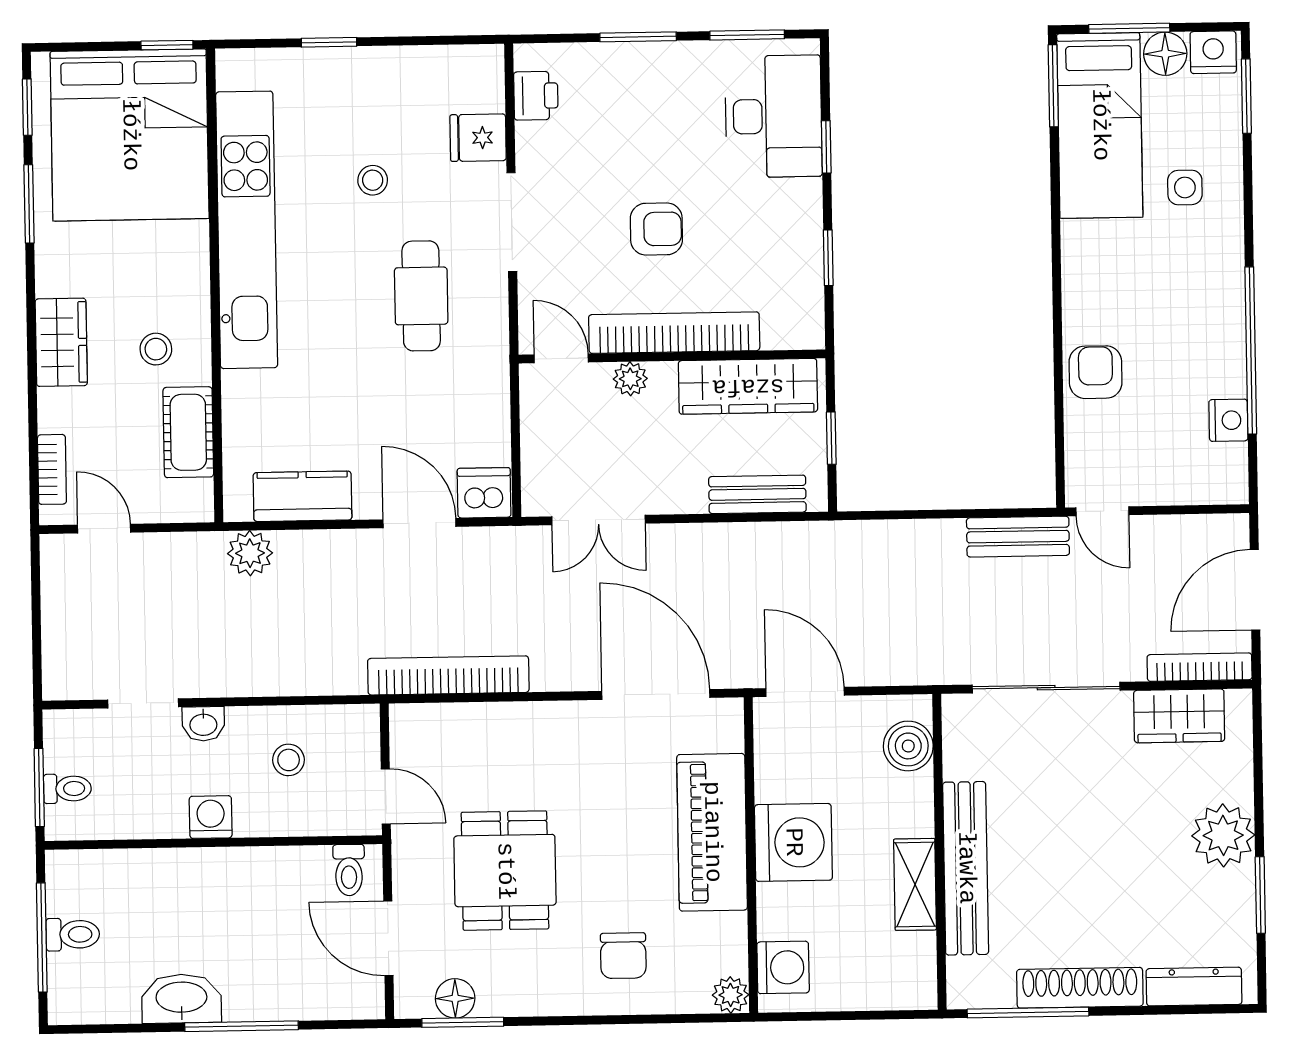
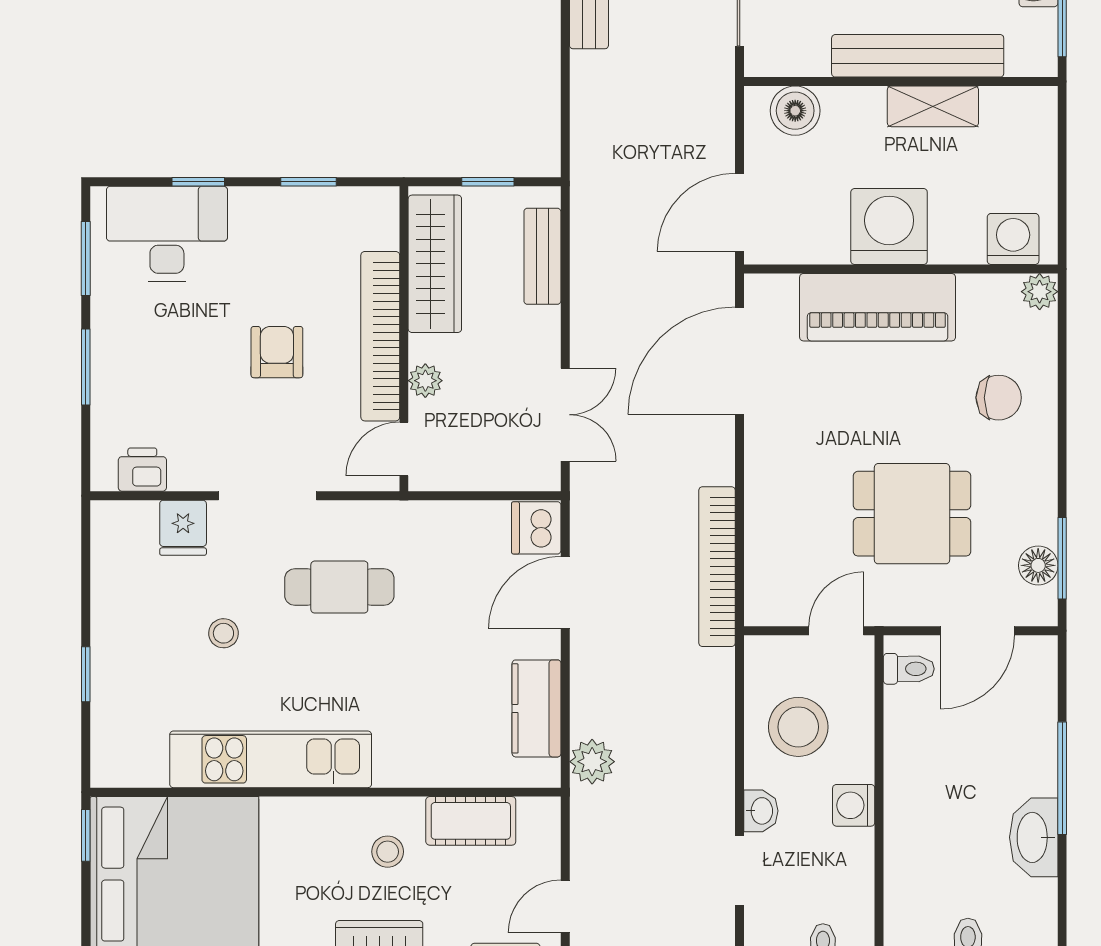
kitchen unit: (247, 230) -> (271, 759), width x0.73
stool: (289, 760) -> (798, 727), width x1.89, depth x1.89

